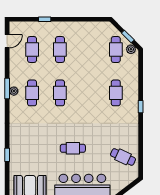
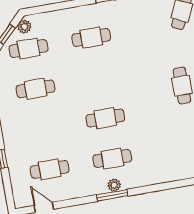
cafe table: (60, 50) -> (36, 89), moved

